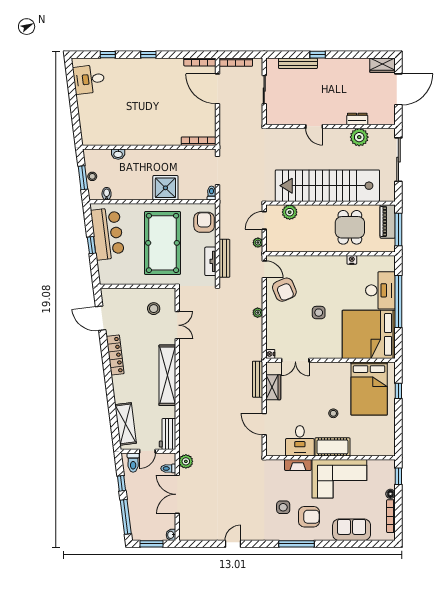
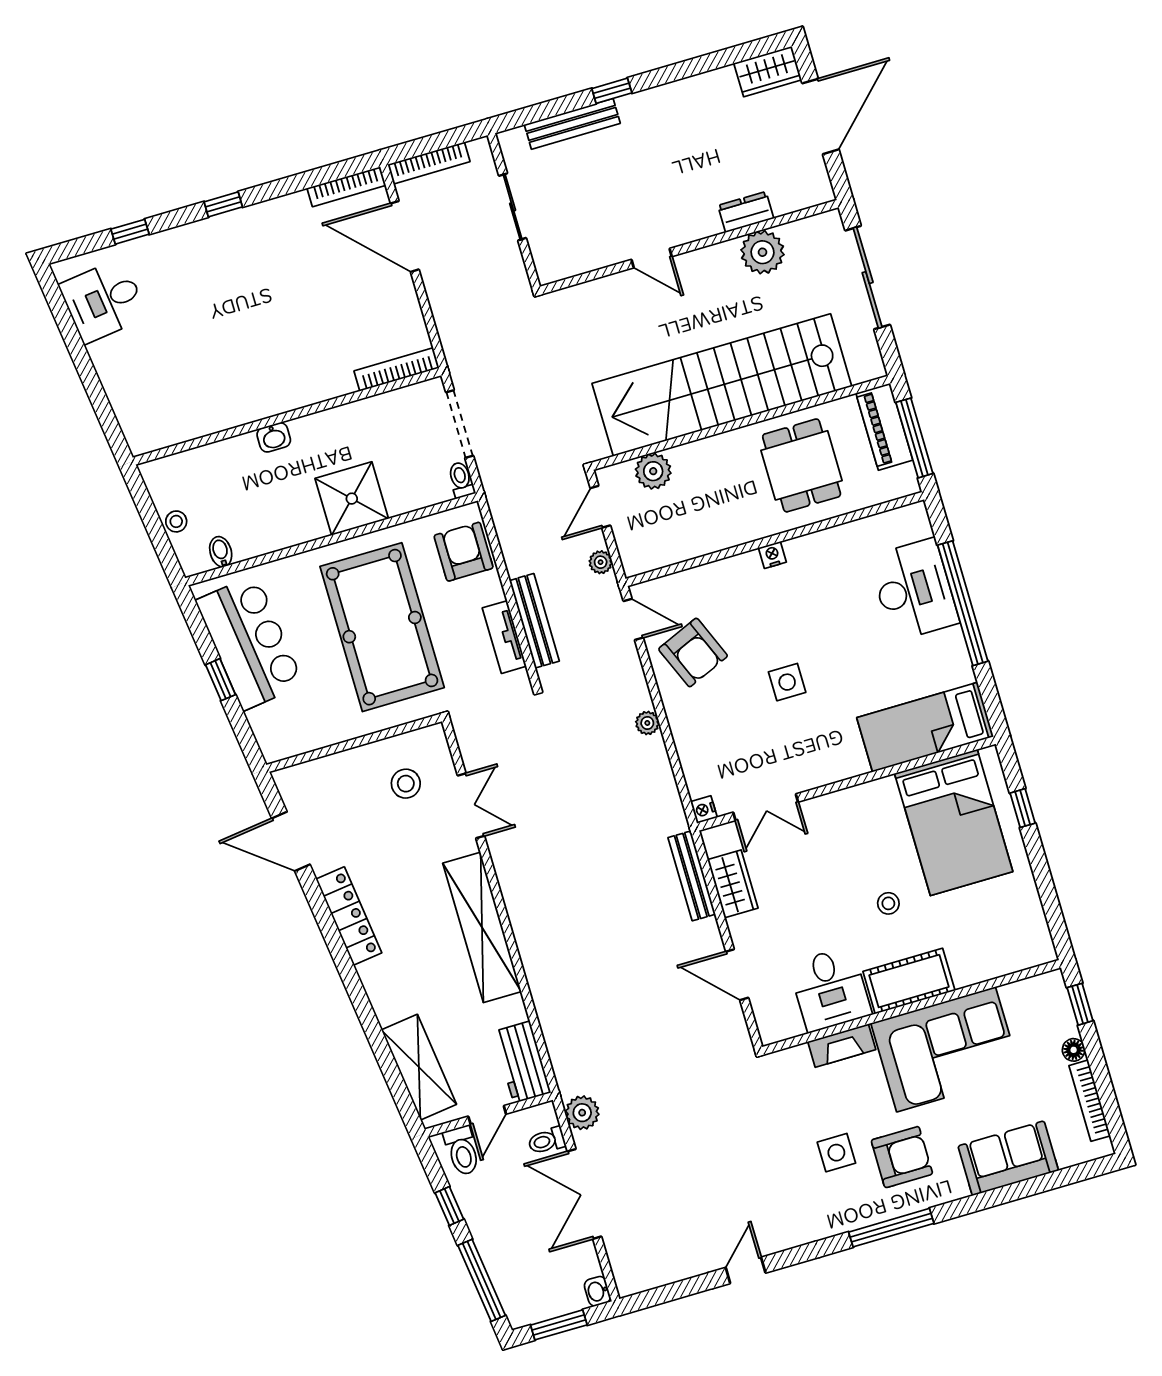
washbasin: (118, 154) -> (274, 437), moved
window: (83, 178) -> (156, 531), removed
nightstand: (352, 260) -> (772, 555), moved
bed: (369, 334) -> (925, 727), width x0.49

